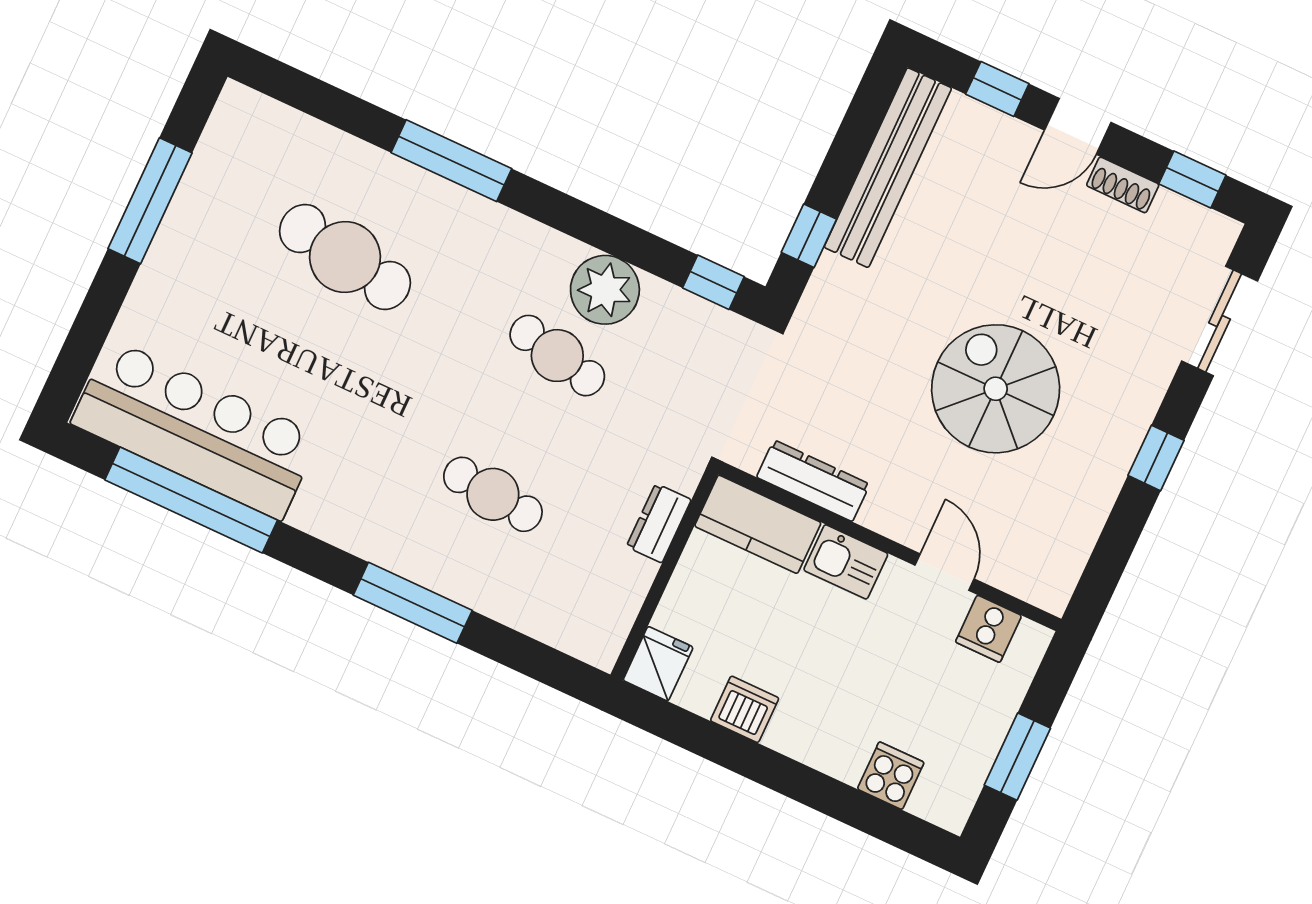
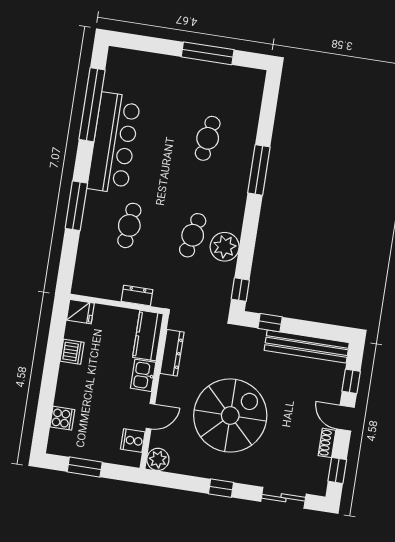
cafe table: (345, 257) -> (208, 138), width x0.73, depth x0.74
spiral stairs: (996, 389) -> (230, 416), width x1.37, depth x1.37
bar counter: (196, 429) -> (114, 143), moved
plant: (1048, 584) -> (158, 459), added

